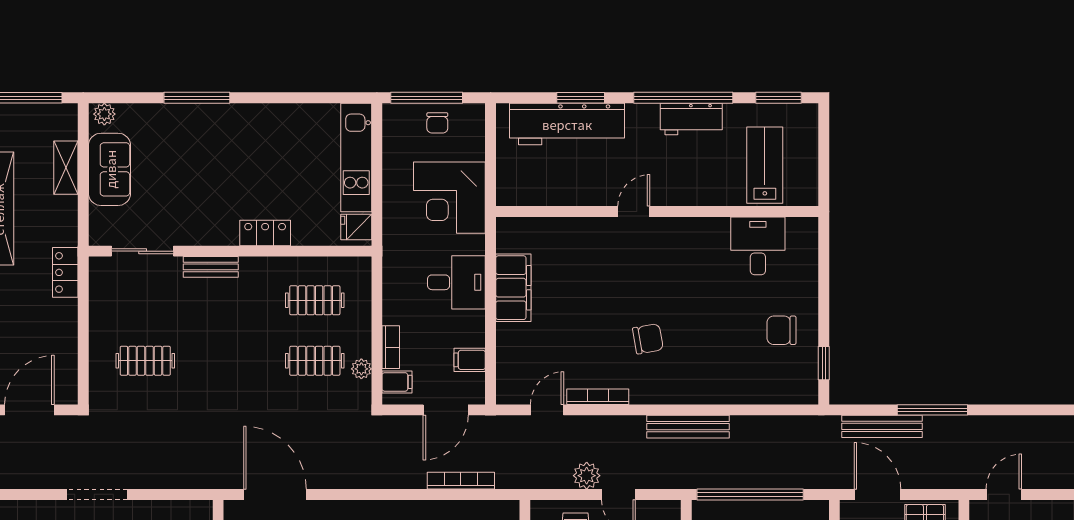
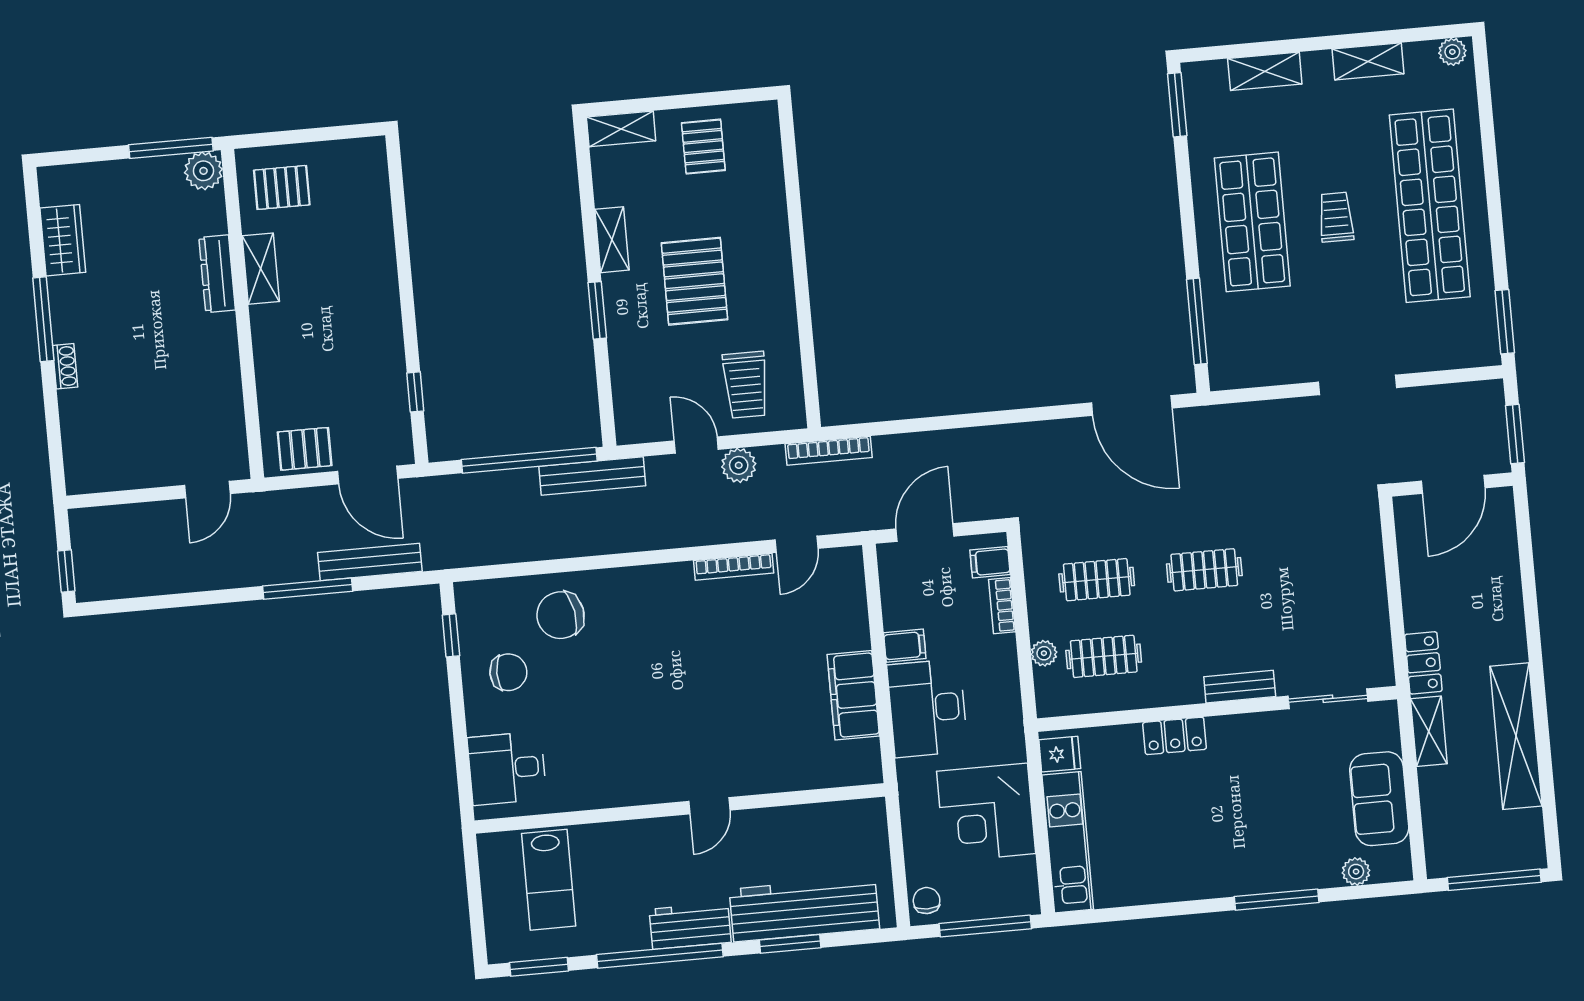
plant: (104, 114) -> (1356, 872), moved
workbench: (691, 119) -> (690, 926), moved
chair: (437, 123) -> (927, 901), moved
shelving: (66, 168) -> (1429, 731), moved
corner desk: (449, 198) -> (986, 812), moved, turned 180
desk: (758, 246) -> (507, 768), moved, turned 90
desk: (456, 282) -> (927, 708), width x1.37
chair: (648, 339) -> (560, 615), moved, width x1.37, depth x1.37
filing cabinet: (470, 360) -> (905, 646), moved
clothes rail: (145, 361) -> (1204, 570), moved
plant: (361, 369) -> (1044, 653), moved
bench: (688, 427) -> (592, 476), moved
bookcase: (461, 481) -> (829, 451), moved

